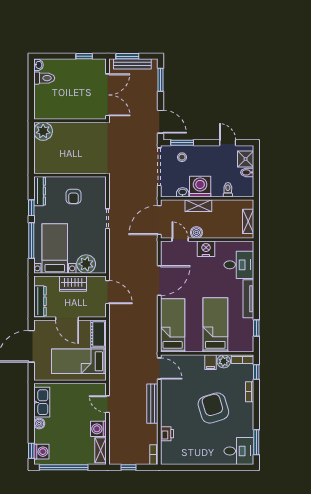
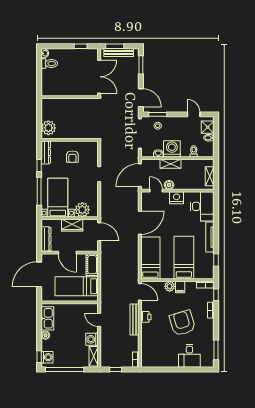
plant: (43, 131) -> (48, 128), moved
desk: (239, 265) -> (202, 206), width x1.37
plant: (224, 361) -> (170, 286), moved
printer: (167, 434) -> (146, 317), moved
desk: (239, 451) -> (189, 356), moved, turned 90

